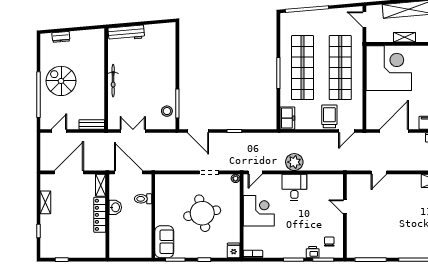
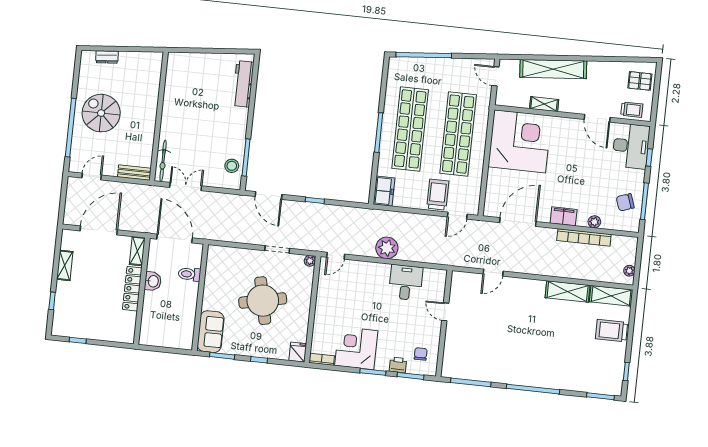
workbench: (126, 33) -> (243, 84), moved, turned 95
bicycle: (113, 81) -> (163, 161), moved
desk: (294, 187) -> (406, 282), moved
corner desk: (259, 211) -> (356, 348), moved, turned -90

